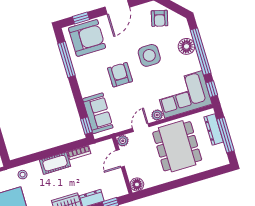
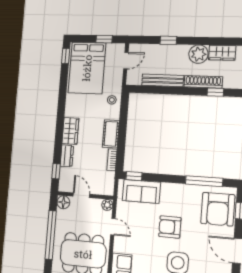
armchair: (120, 75) -> (170, 227), turned 180
plant: (157, 115) -> (119, 247), removed
door: (120, 158) -> (81, 195), moved
window: (173, 185) -> (51, 235), added

